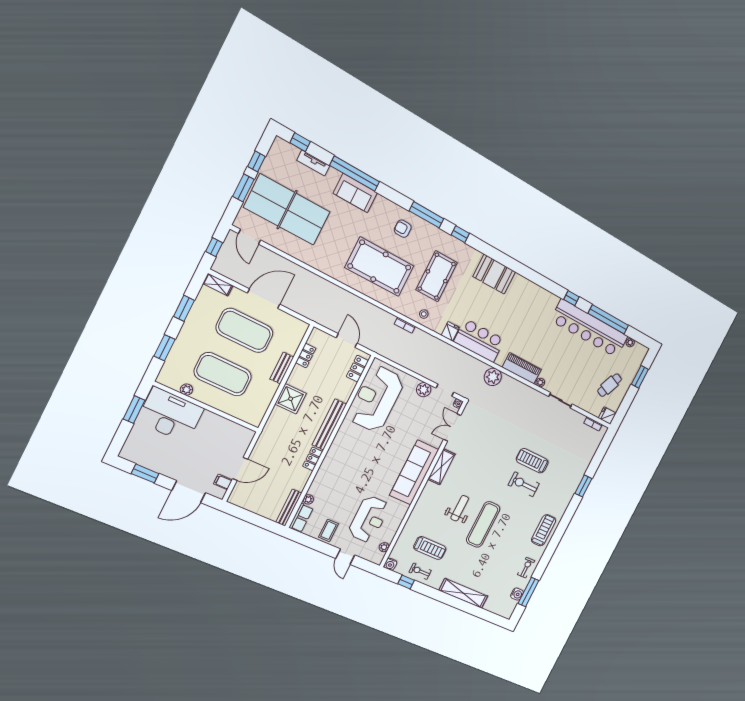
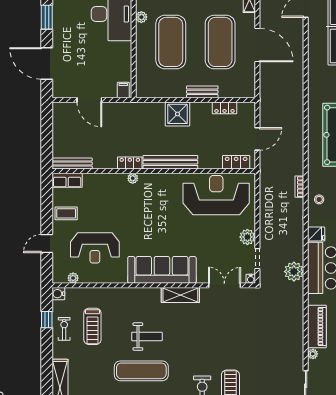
plant: (493, 377) -> (294, 272), moved
filing cabinet: (223, 482) -> (123, 90), moved
plant: (308, 499) -> (133, 178), moved

